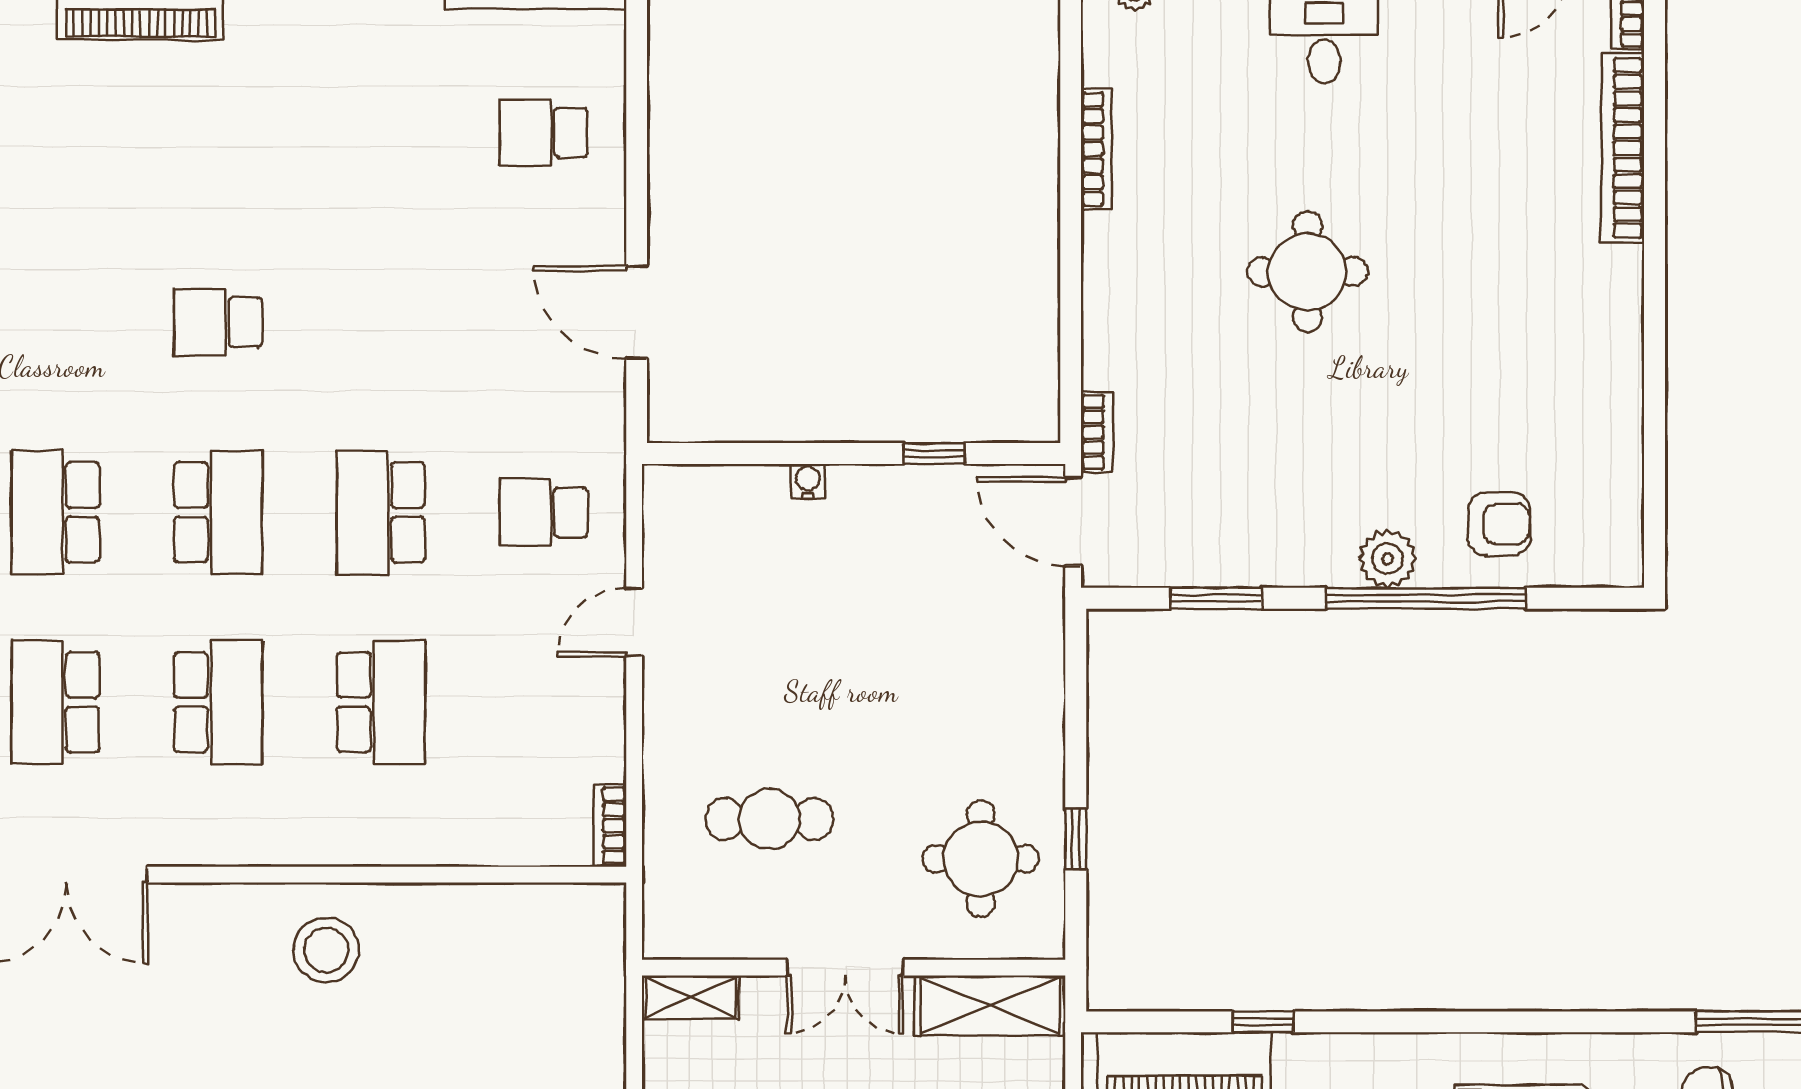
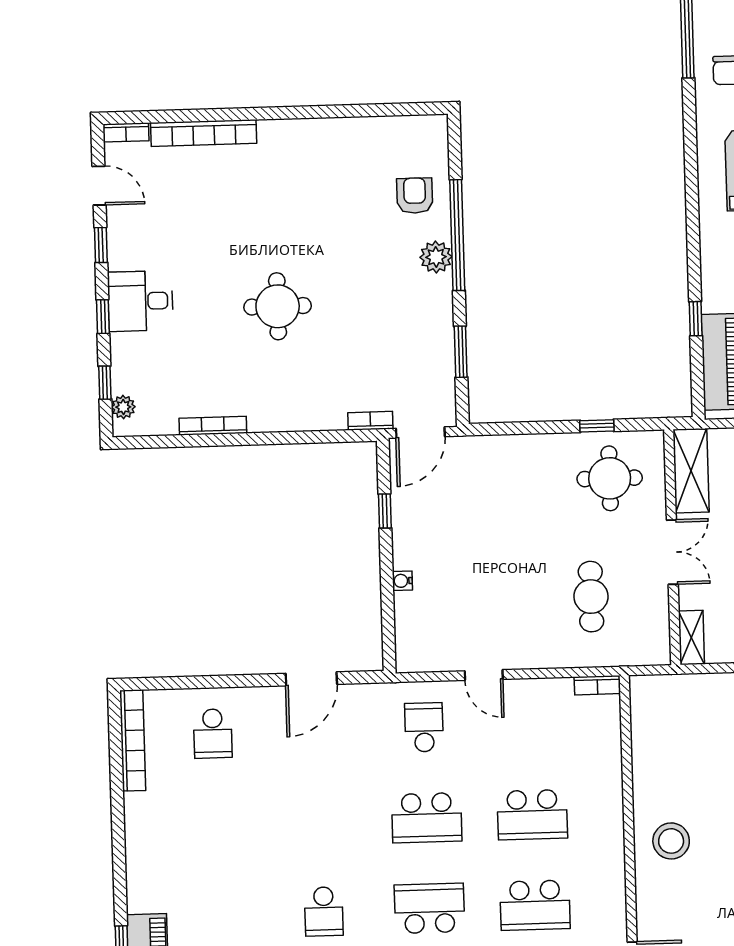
school desk: (544, 512) -> (424, 727), turned 180
school desk: (218, 702) -> (535, 905), turned 180
school desk: (381, 702) -> (532, 815), turned 180

